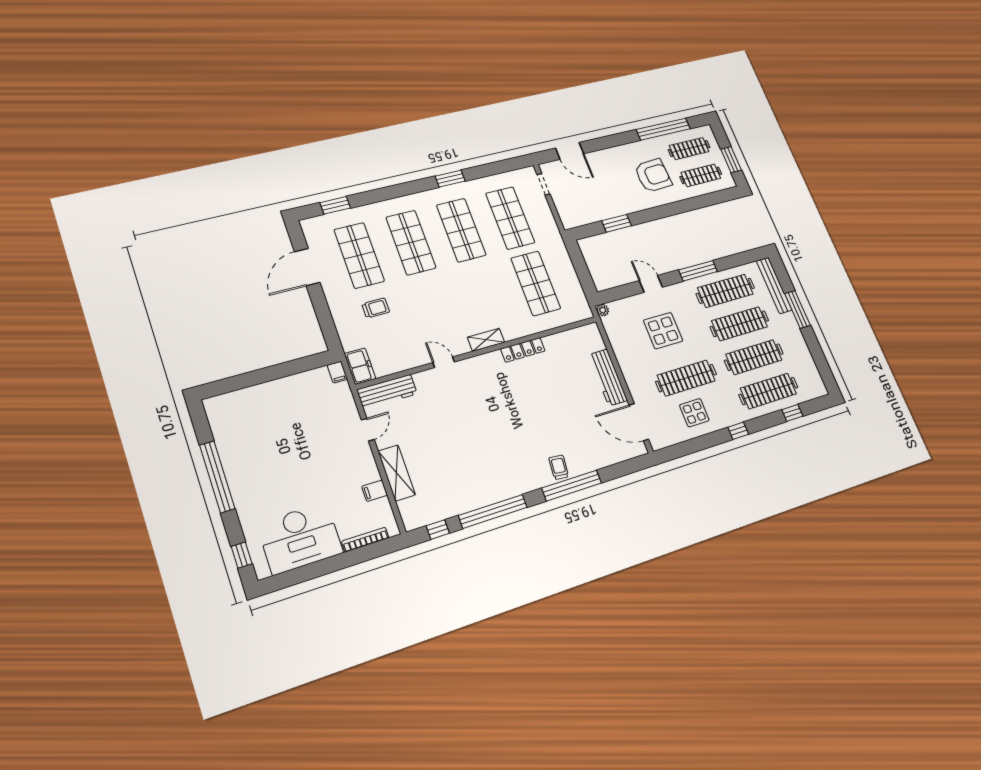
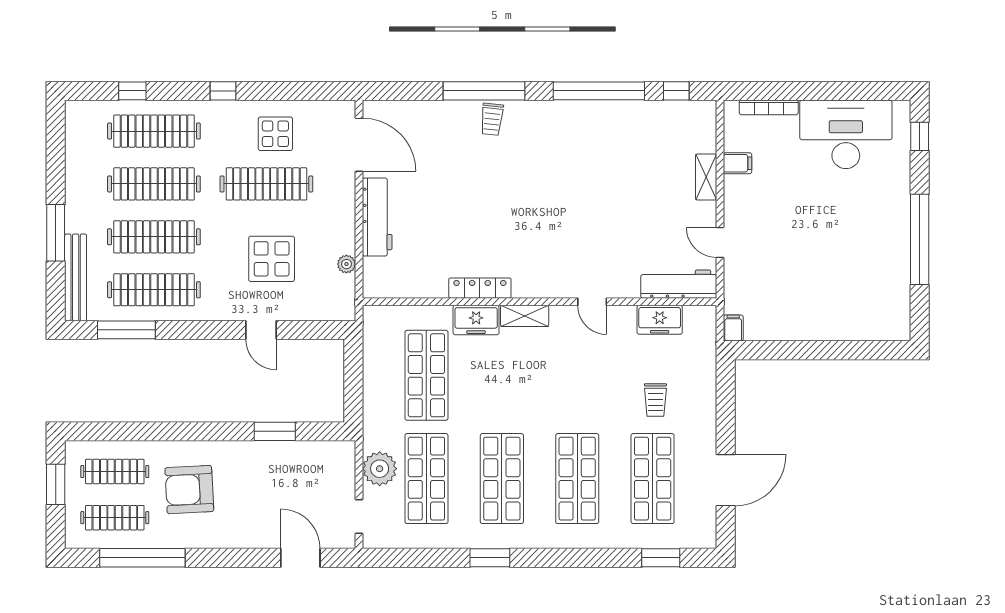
plant: (542, 217) -> (380, 469), added
window: (698, 271) -> (126, 330), moved
trolley: (376, 308) -> (655, 400), turned -90
plant: (603, 310) -> (346, 264), moved
freezer: (517, 328) -> (476, 320), added
freezer: (360, 366) -> (660, 320), moved, turned -90
door: (368, 430) -> (720, 242), hinge flipped
shelving: (397, 473) -> (706, 177), width x0.67, depth x0.75

